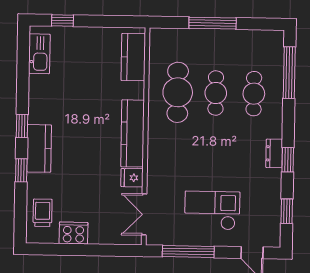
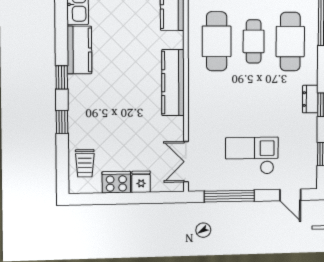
cafe table: (254, 94) -> (290, 42), width x1.37, depth x1.35
kitchen counter: (39, 148) -> (79, 50), moved
fridge: (132, 178) -> (141, 182), moved, turned 90
trolley: (43, 213) -> (85, 163), turned 180

